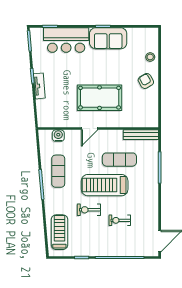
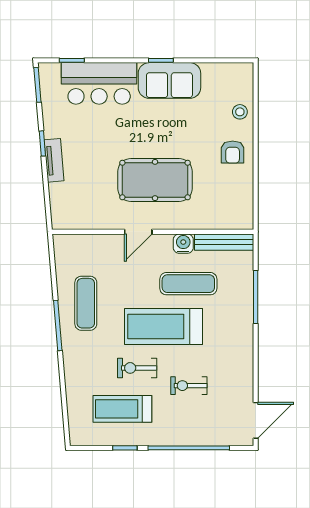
armchair: (146, 81) -> (233, 152), turned -150
water cooler: (58, 136) -> (183, 244), moved
treadmill: (59, 232) -> (122, 409), moved, turned -90

